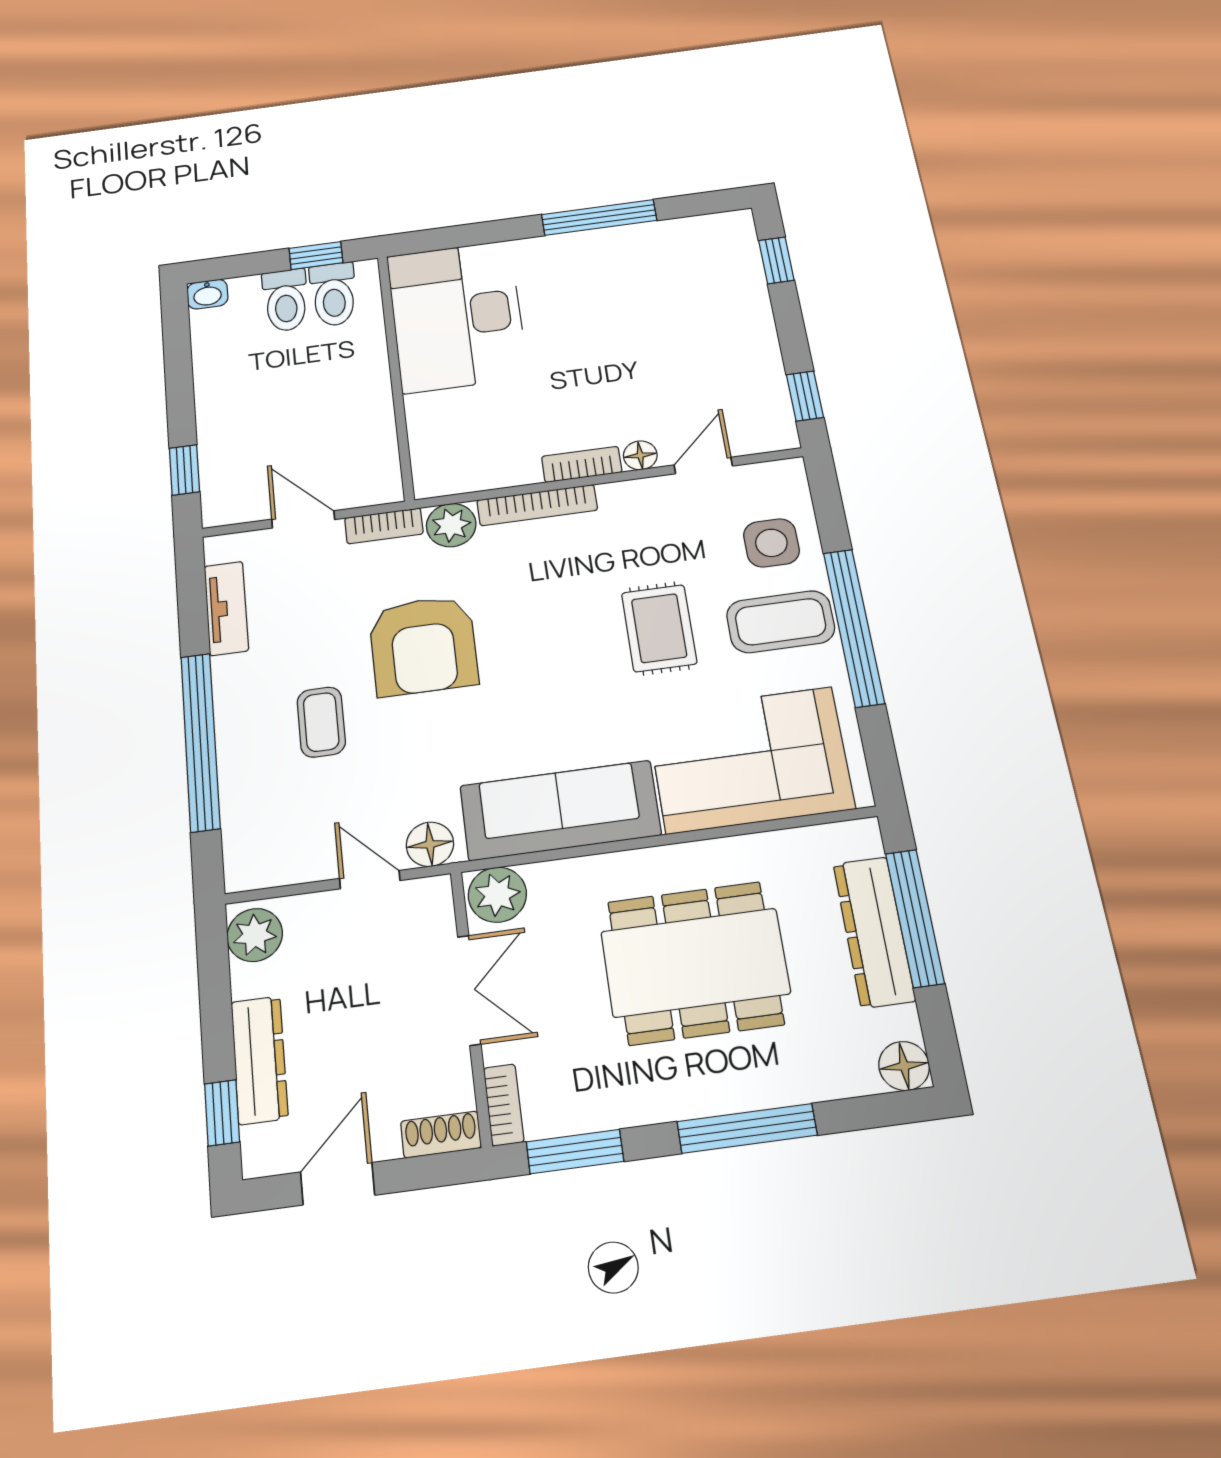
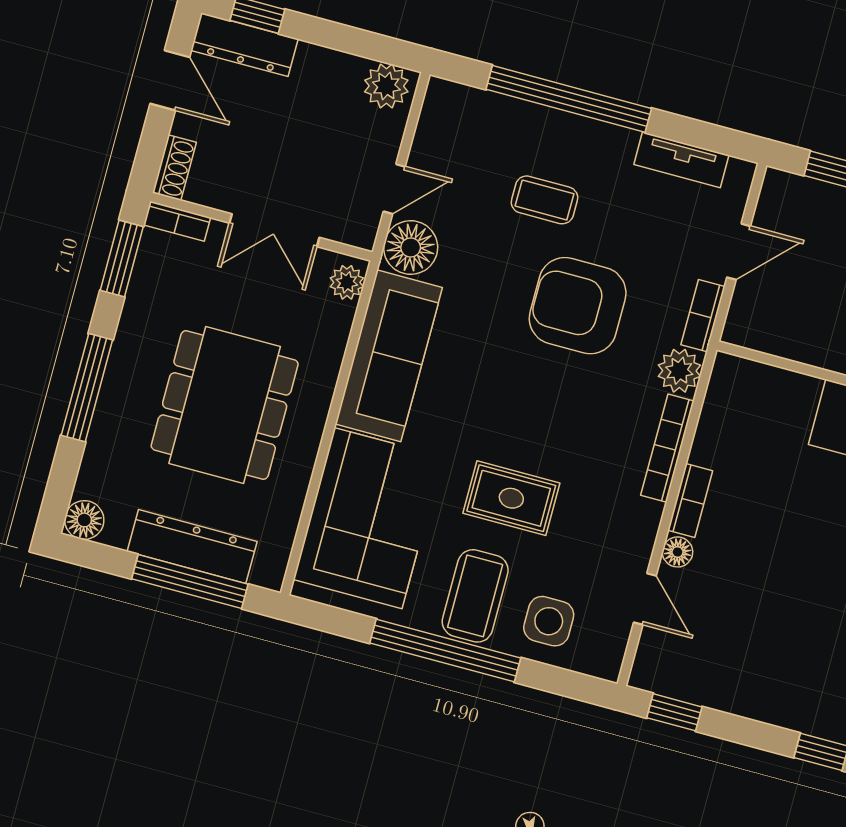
floor lamp: (430, 844) -> (411, 247), width x1.38, depth x1.38
plant: (497, 895) -> (347, 282), width x0.73, depth x0.73
dresser: (259, 1060) -> (244, 45), moved

